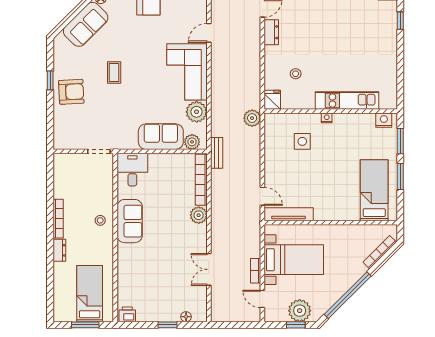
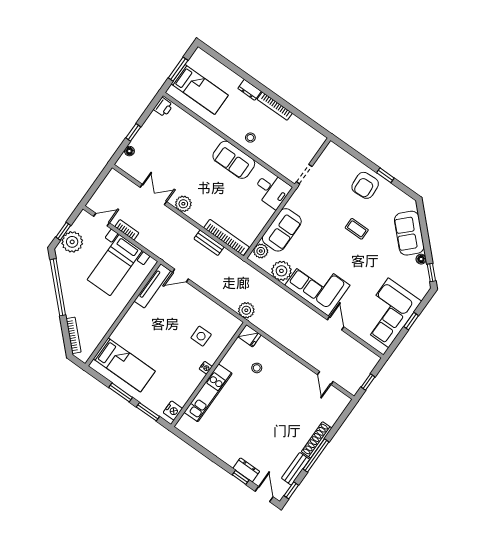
dresser: (271, 32) -> (246, 470), moved, turned 180
bench: (217, 153) -> (209, 243), moved
plant: (199, 215) -> (183, 204), moved

